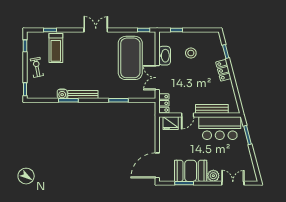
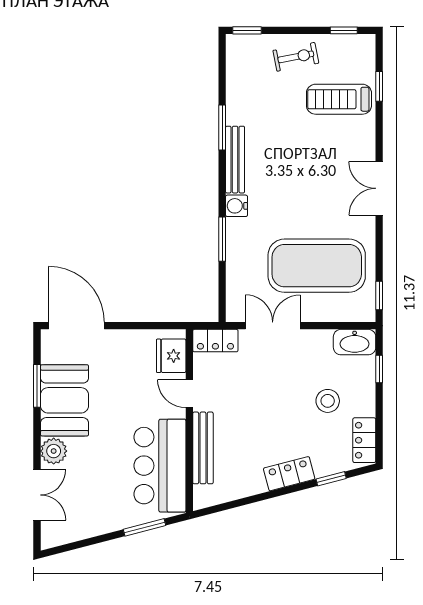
double door: (96, 30) -> (379, 188), swing flipped
locker: (208, 37) -> (364, 440), added
washbasin: (165, 56) -> (355, 342), moved
water cooler: (62, 94) -> (237, 206), moved

